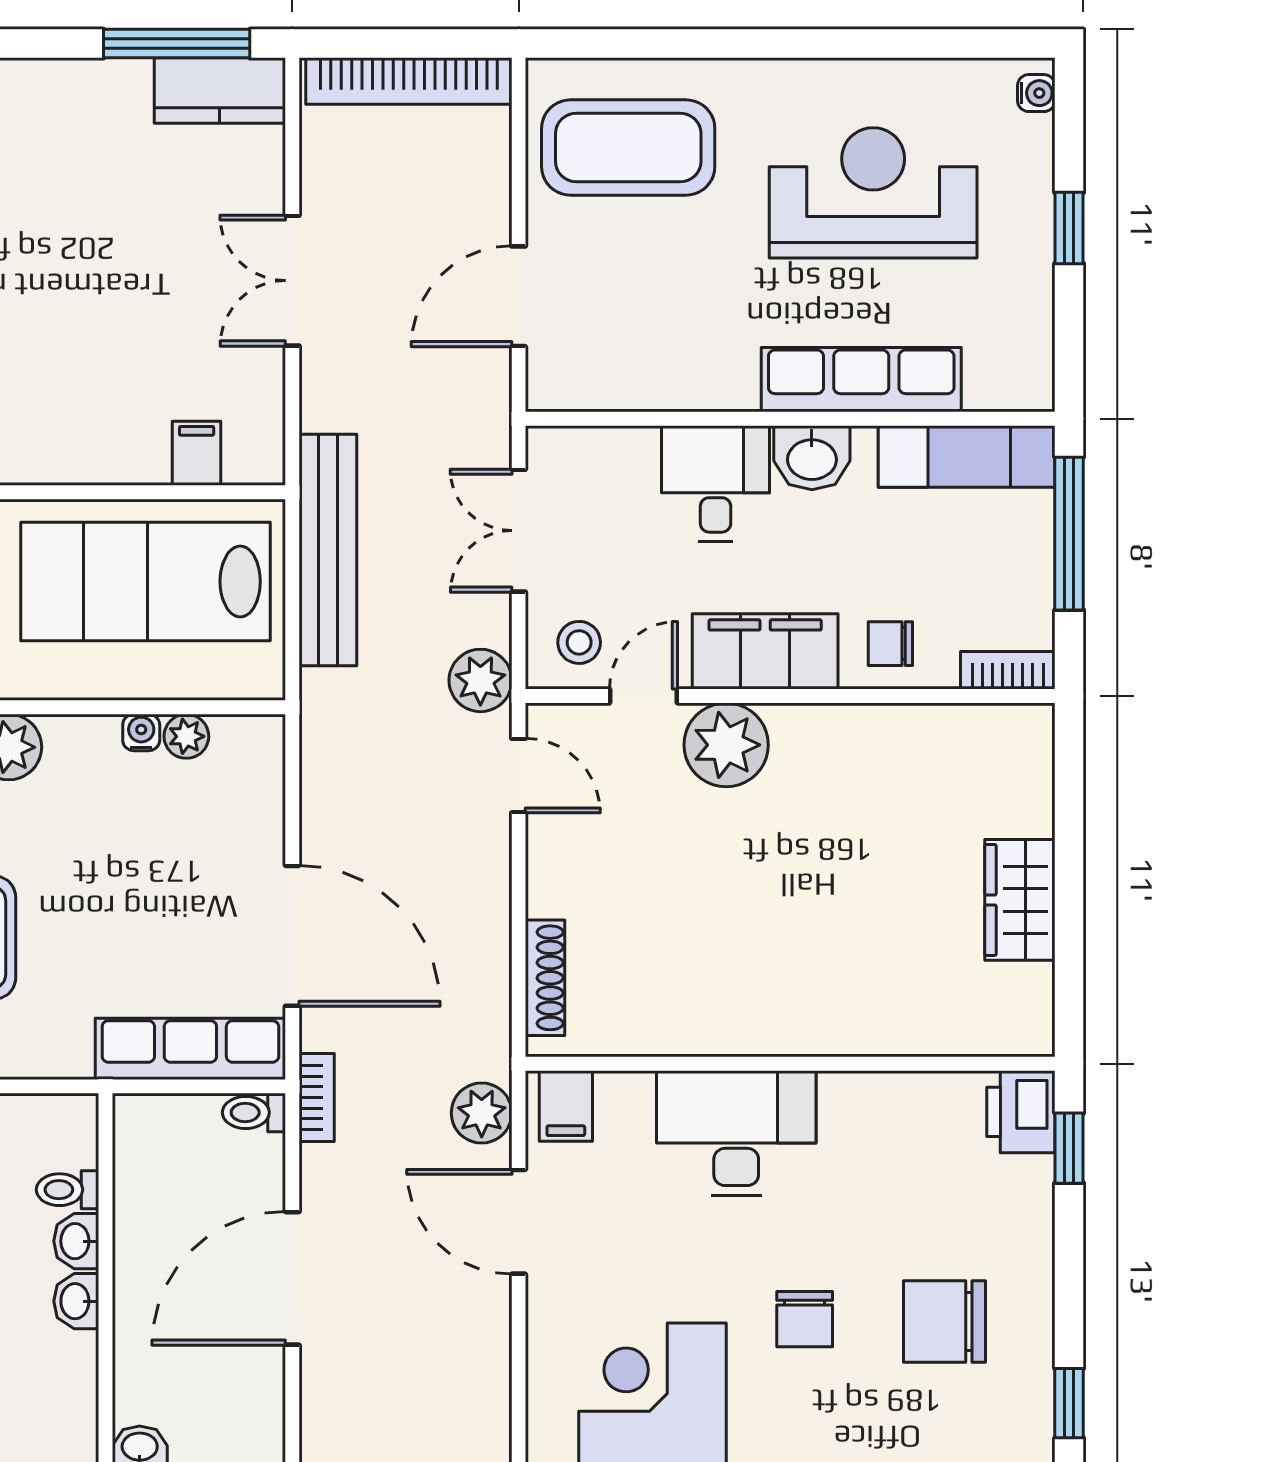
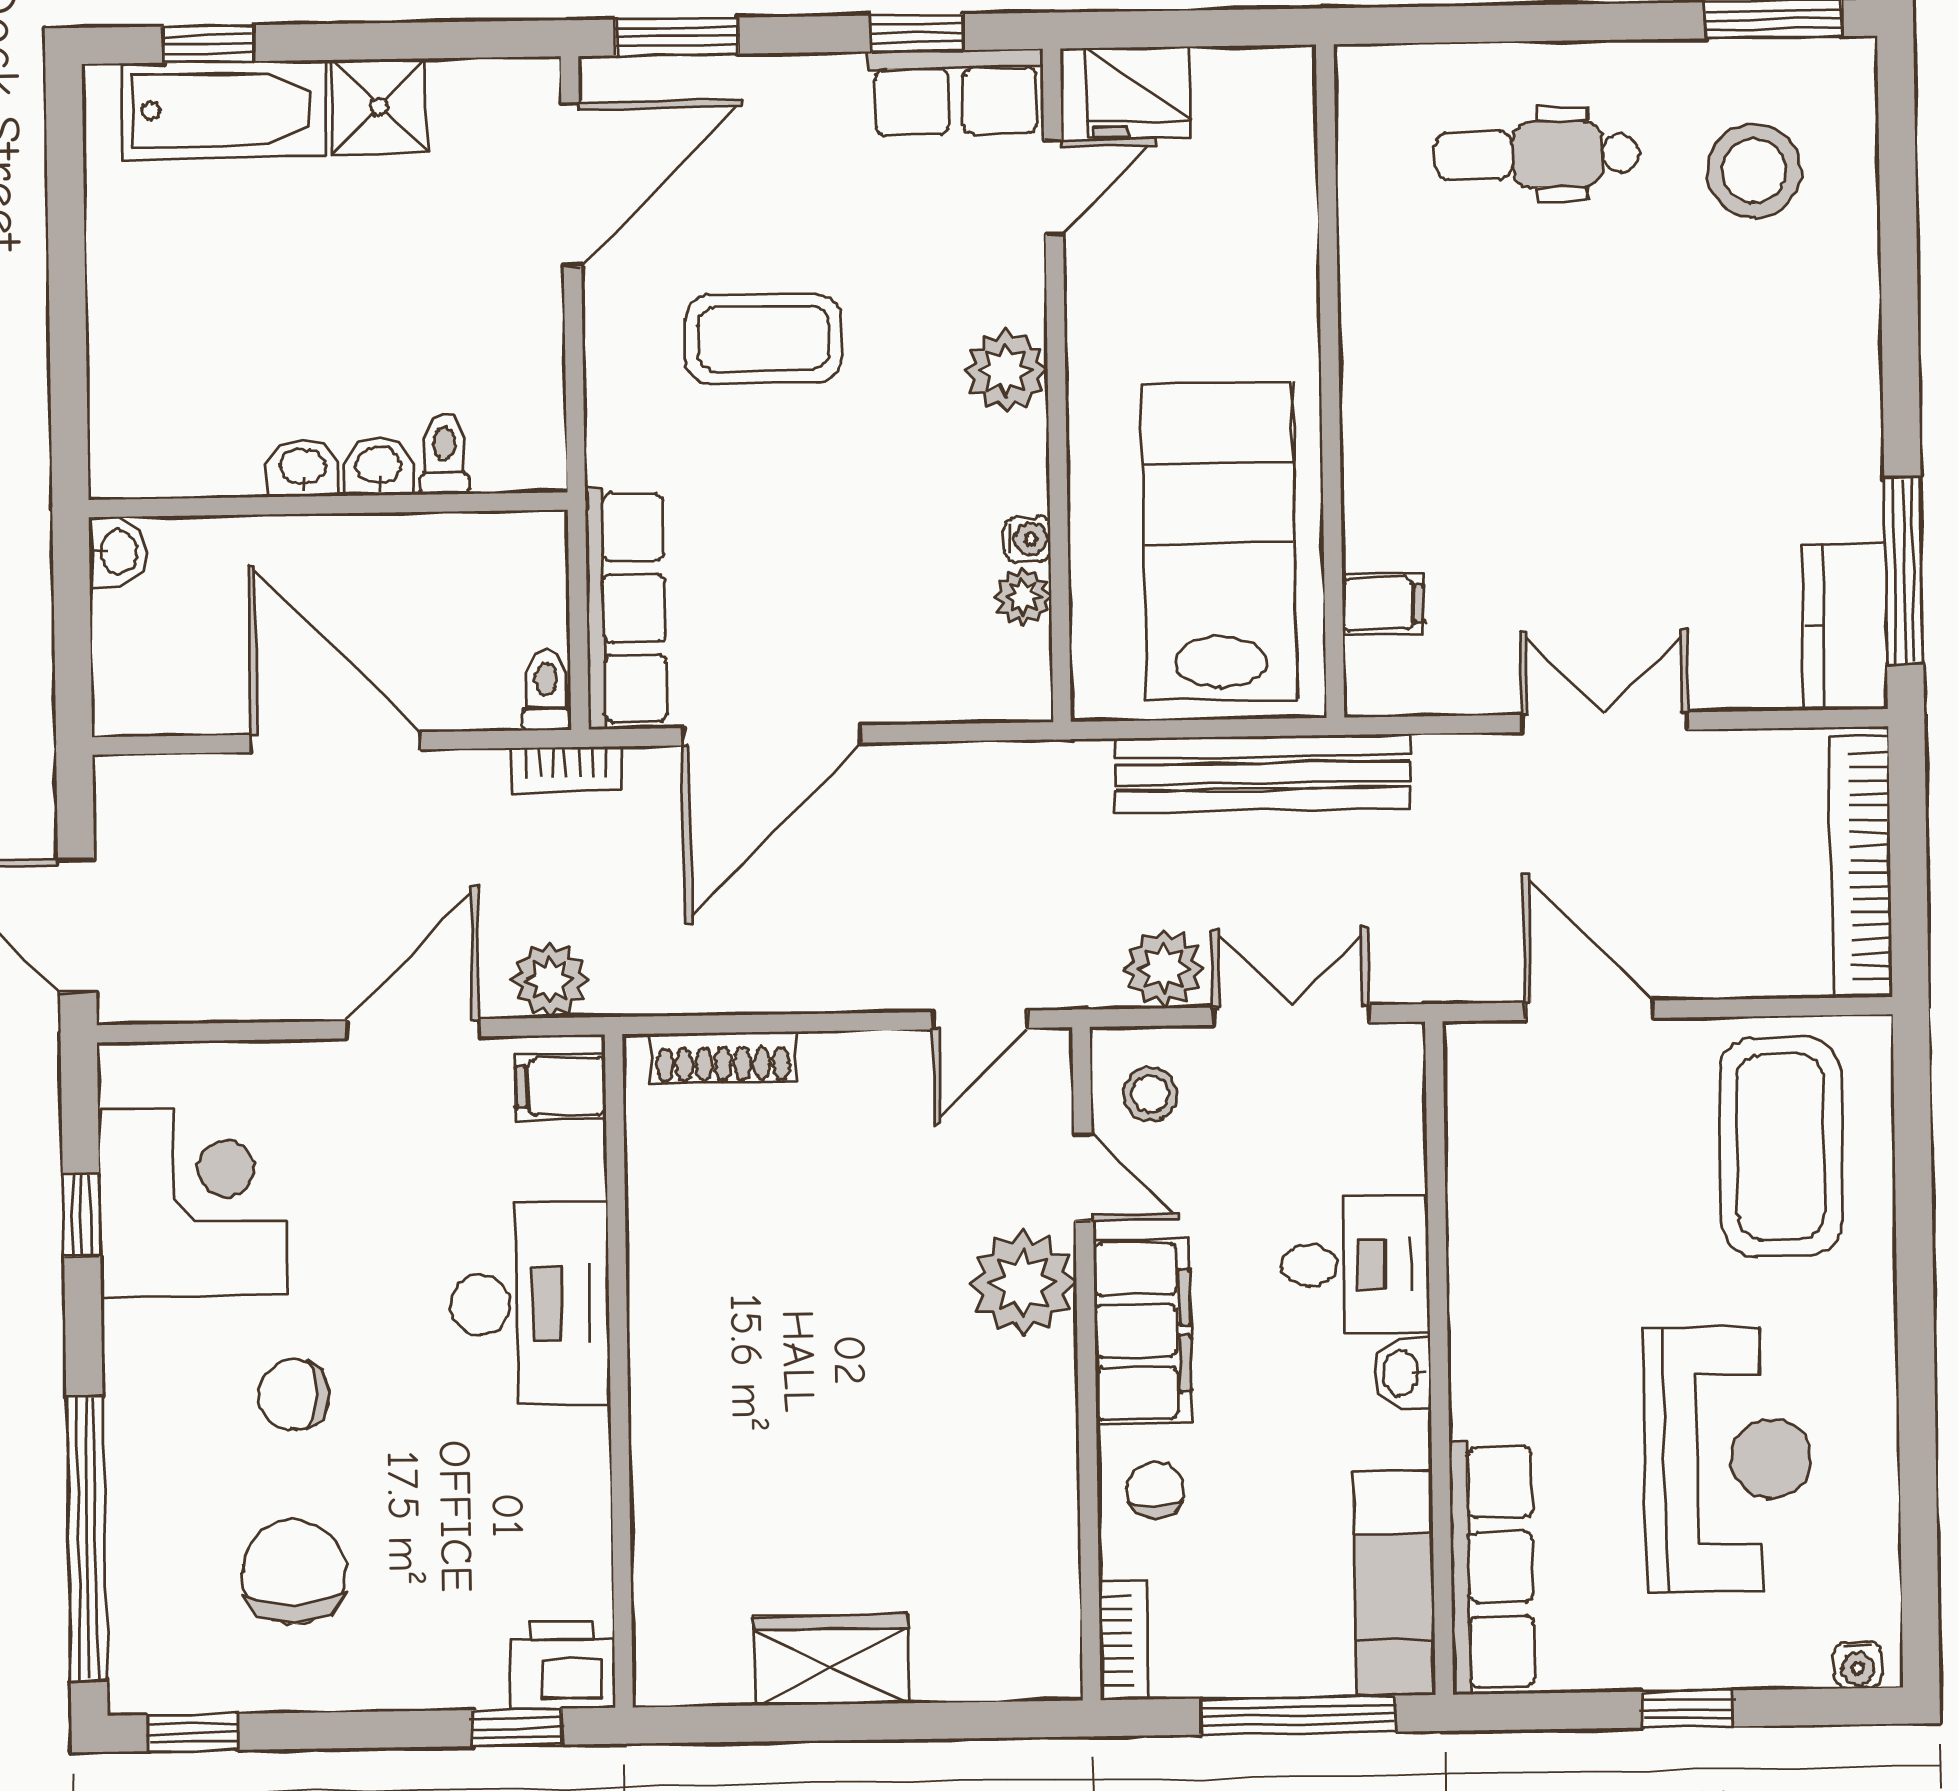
row of seats: (861, 380) -> (1492, 1567), moved
washbasin: (812, 458) -> (1402, 1373), width x0.72, depth x0.69
plant: (480, 680) -> (1164, 968), moved

